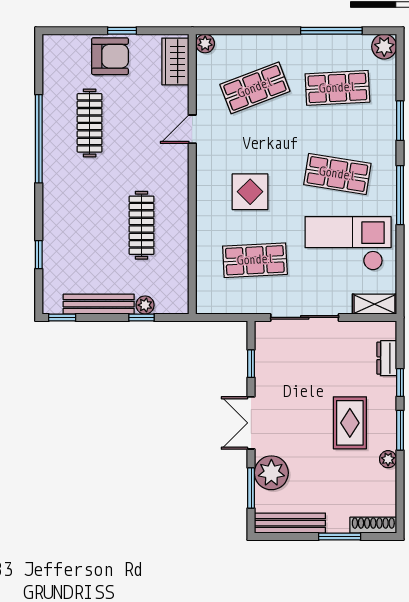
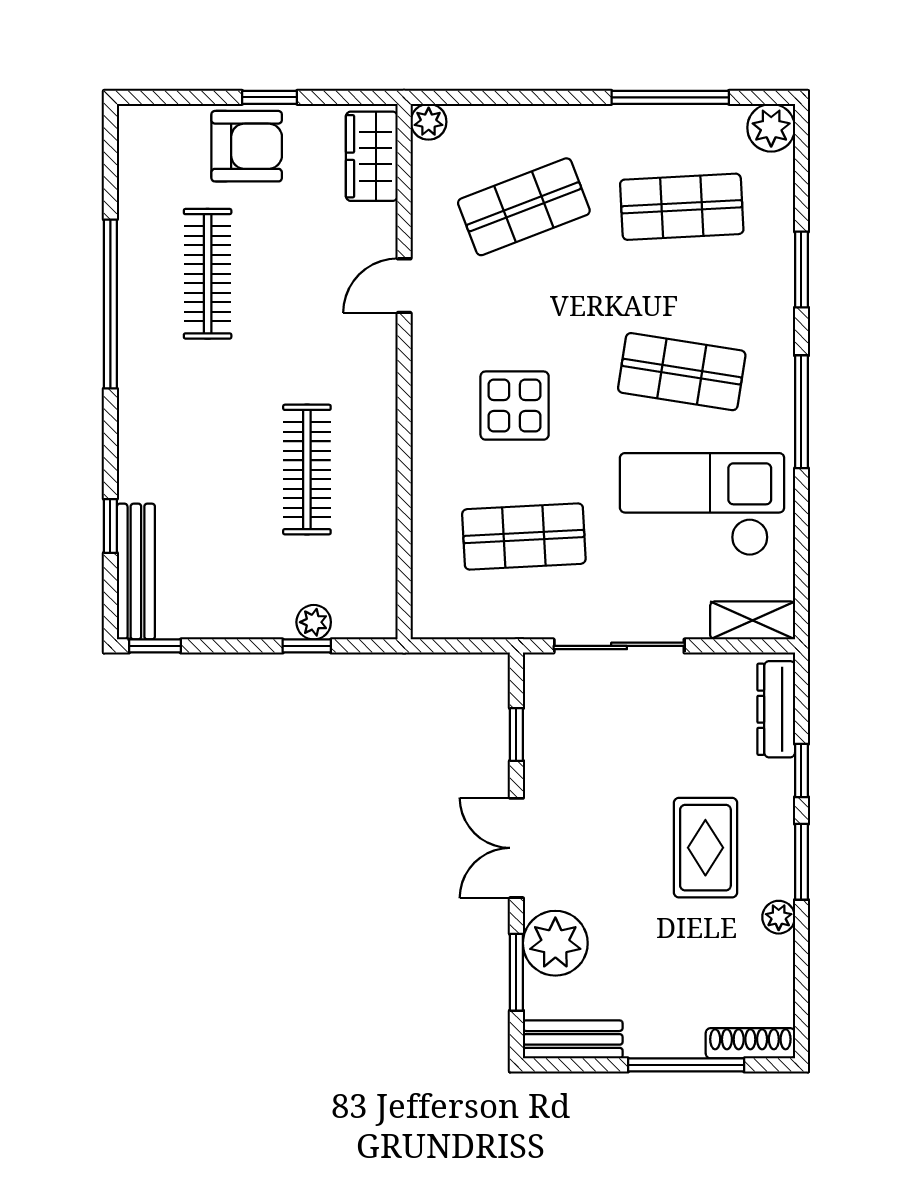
bench: (99, 304) -> (136, 572), moved, turned 90
dresser: (387, 358) -> (776, 709), width x1.44
bench: (290, 523) -> (573, 1039), width x0.73
window: (340, 536) -> (686, 1065), width x1.44

